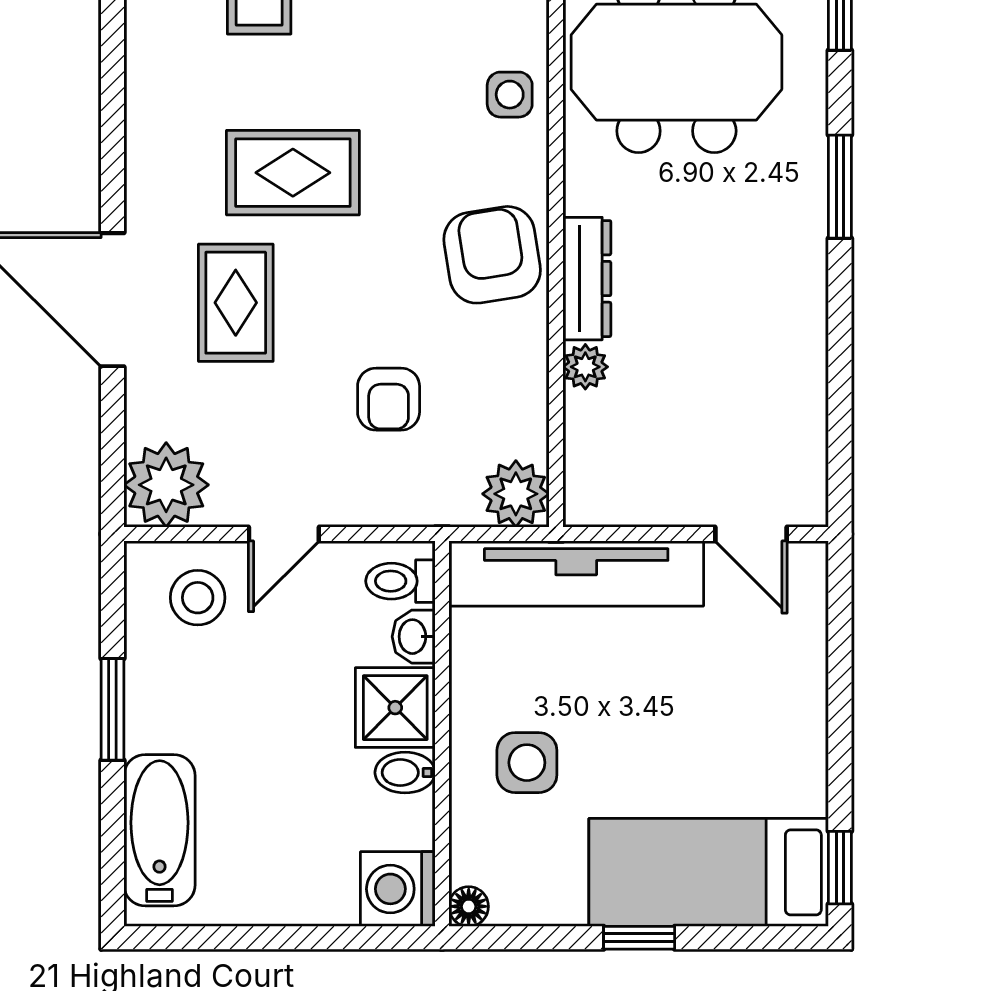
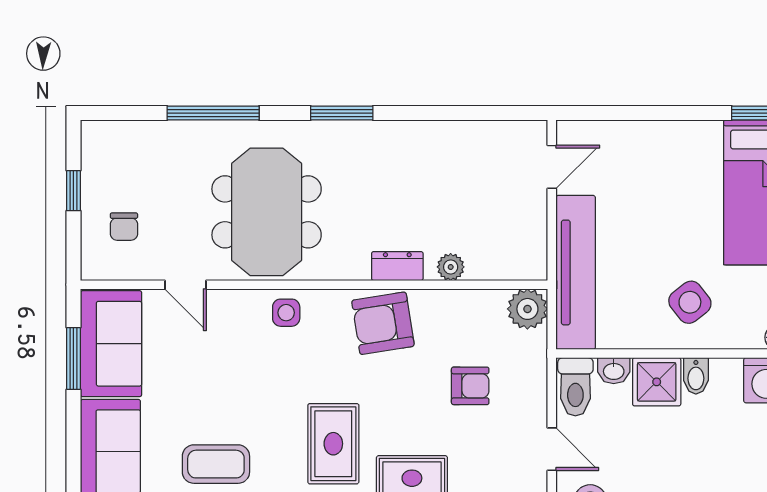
dresser: (587, 279) -> (397, 266), width x0.70
toilet: (400, 581) -> (575, 387), width x1.37, depth x1.39
side table: (527, 763) -> (690, 302), turned -38

